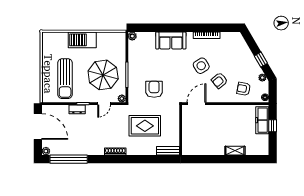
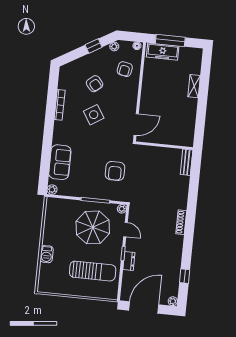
barbecue: (82, 40) -> (47, 254), width x0.53, depth x0.65
sofa: (171, 40) -> (60, 162), moved
armchair: (219, 80) -> (95, 84), moved
armchair: (154, 89) -> (115, 171), turned -90
door: (196, 104) -> (136, 124), swing flipped
rug: (145, 126) -> (155, 186), removed
window: (273, 126) -> (170, 40), width x2.17
window: (69, 159) -> (185, 276), width x0.32

